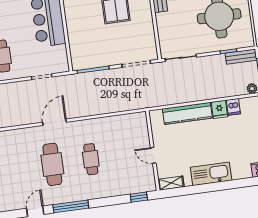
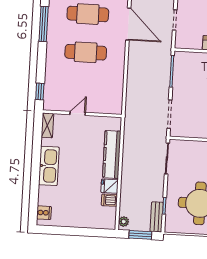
door: (54, 122) -> (128, 24), width x1.36
cafe table: (91, 159) -> (86, 52), width x1.37, depth x1.35

